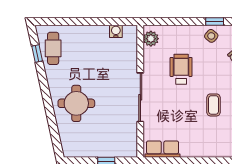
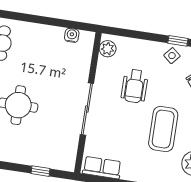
wheelchair: (181, 69) -> (135, 86), turned 180
coffee table: (213, 105) -> (163, 129), width x1.86, depth x1.72

